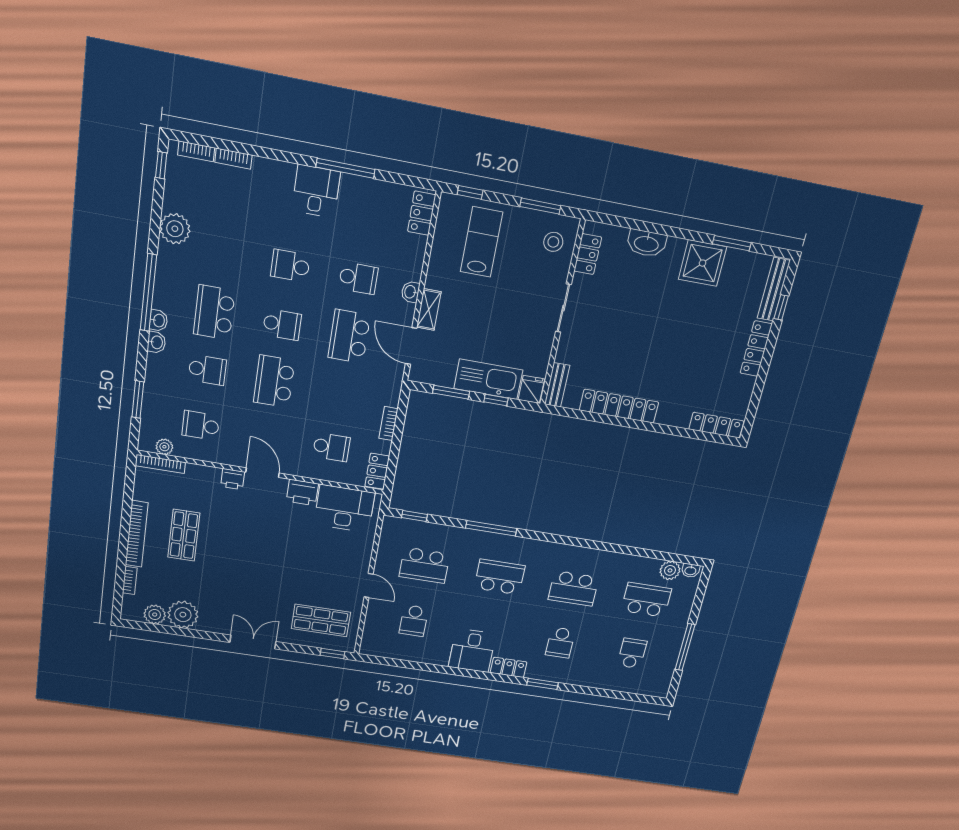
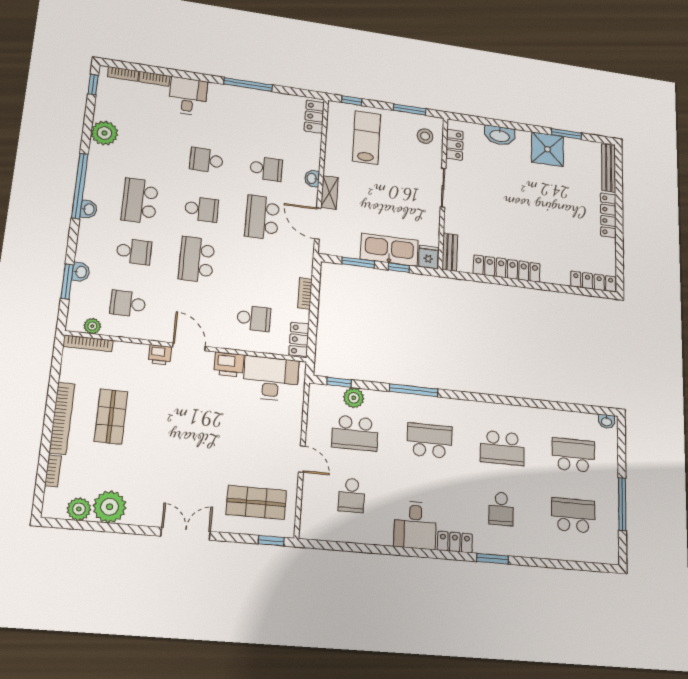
desk: (316, 191) -> (188, 96), moved
window: (781, 307) -> (619, 182), removed
washbasin: (156, 342) -> (81, 272), moved
plant: (670, 570) -> (354, 398), moved
school desk: (632, 653) -> (573, 515), width x1.85

